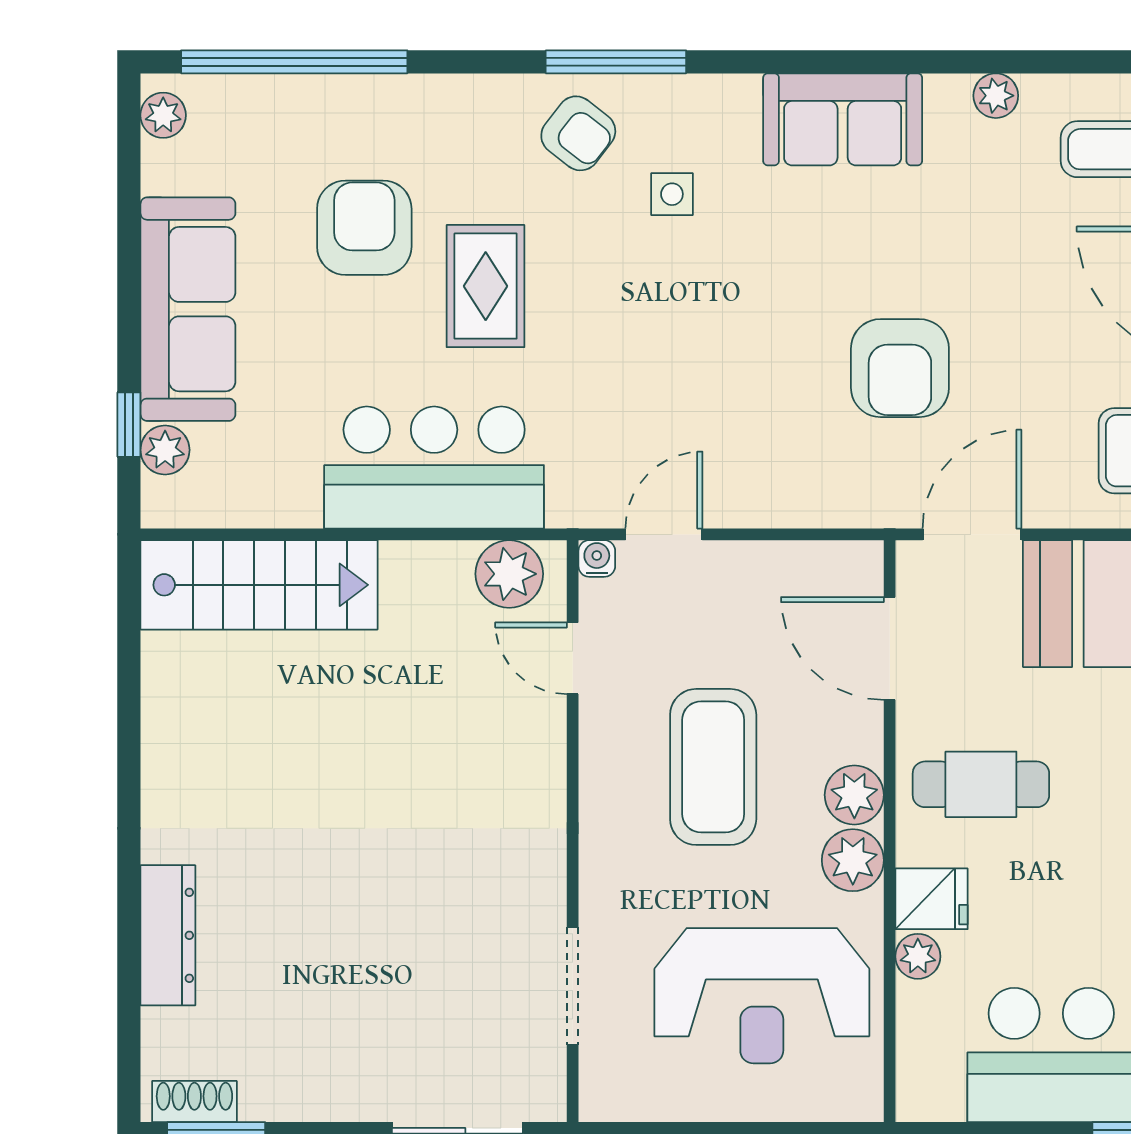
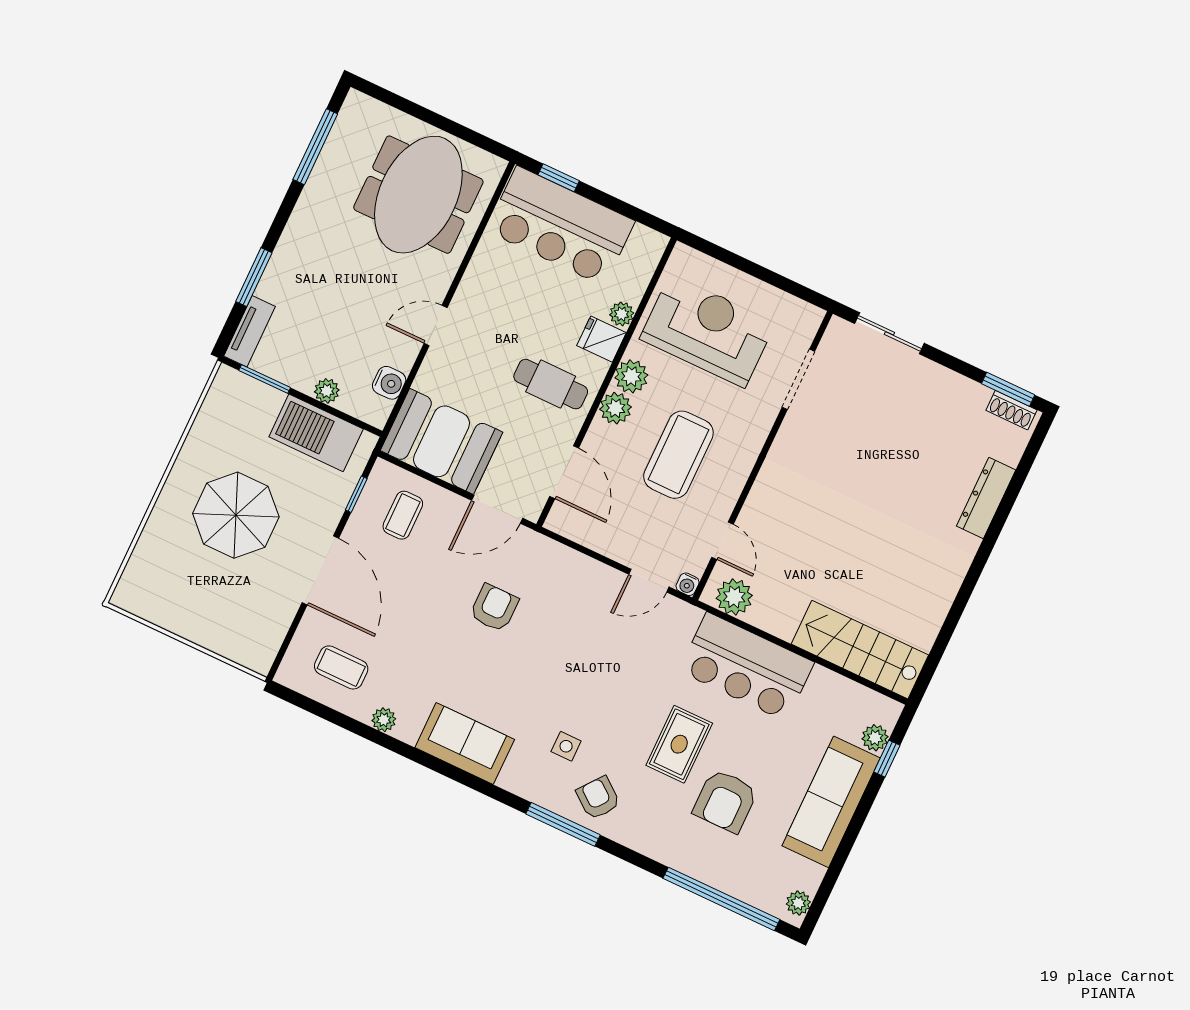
armchair: (900, 368) -> (494, 608), width x0.72, depth x0.72

